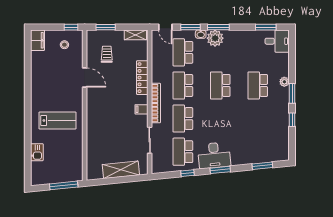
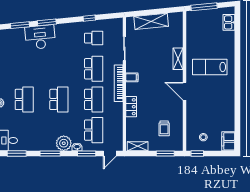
door: (165, 27) -> (110, 153), swing flipped
window: (218, 27) -> (50, 153), moved
door: (85, 77) -> (185, 91), moved
locker: (142, 78) -> (131, 107), width x0.66
shelving: (92, 129) -> (178, 59), added
kitchen sink: (37, 152) -> (229, 22), moved
school desk: (183, 152) -> (94, 38), width x0.54
desk: (214, 155) -> (40, 37), moved
window: (220, 170) -> (47, 22), moved

